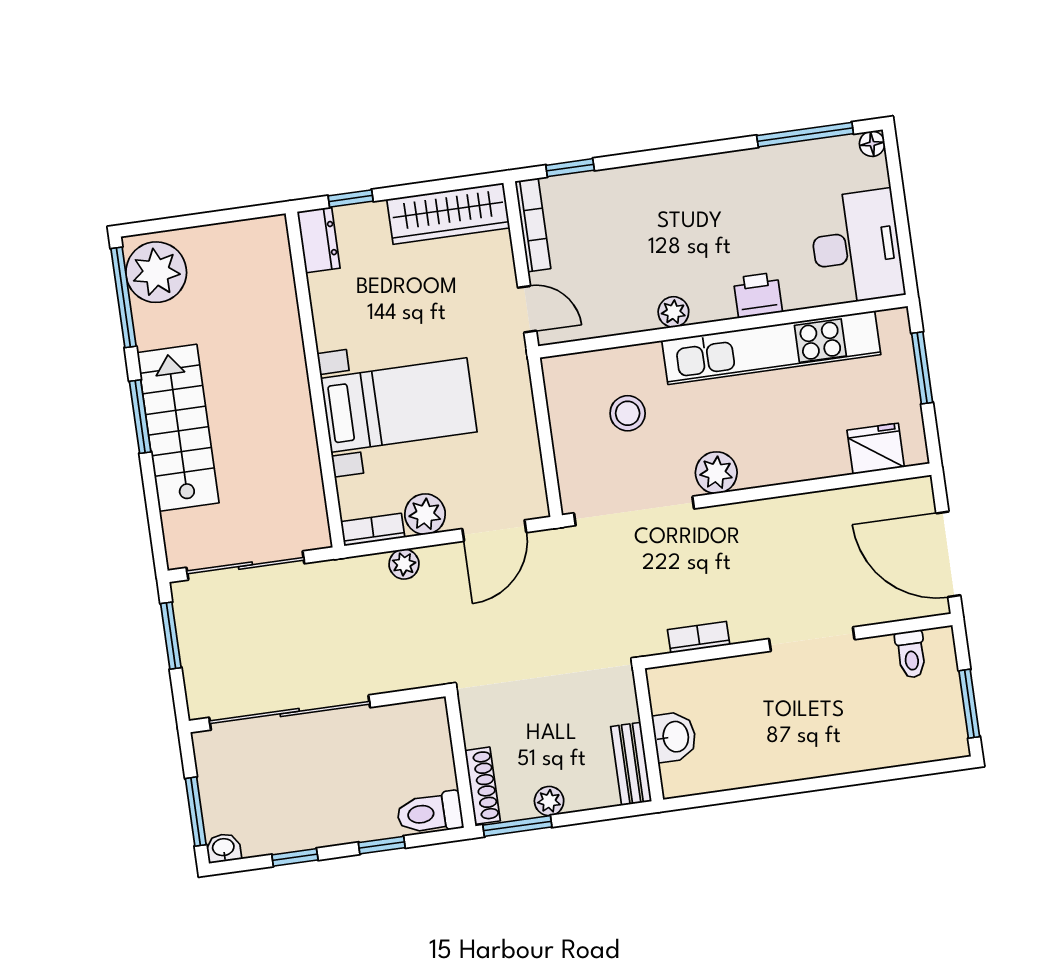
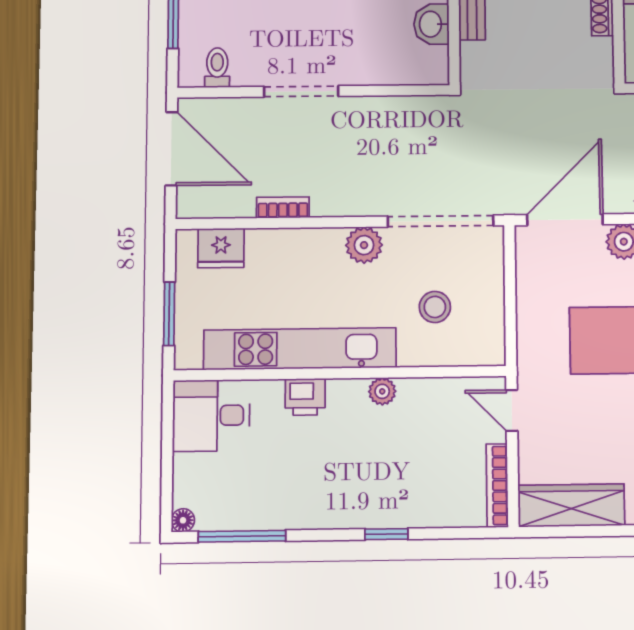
window: (570, 168) -> (386, 534), moved
desk: (856, 247) -> (211, 415), width x0.73
door: (494, 531) -> (565, 220), width x1.36
bookcase: (699, 637) -> (283, 207), moved, turned 180

